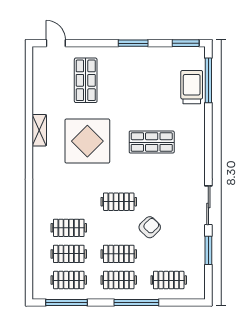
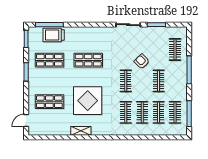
shop shelf: (152, 80) -> (49, 60), added
shop shelf: (152, 142) -> (88, 60), turned 90
clothes rail: (119, 280) -> (126, 112), moved

